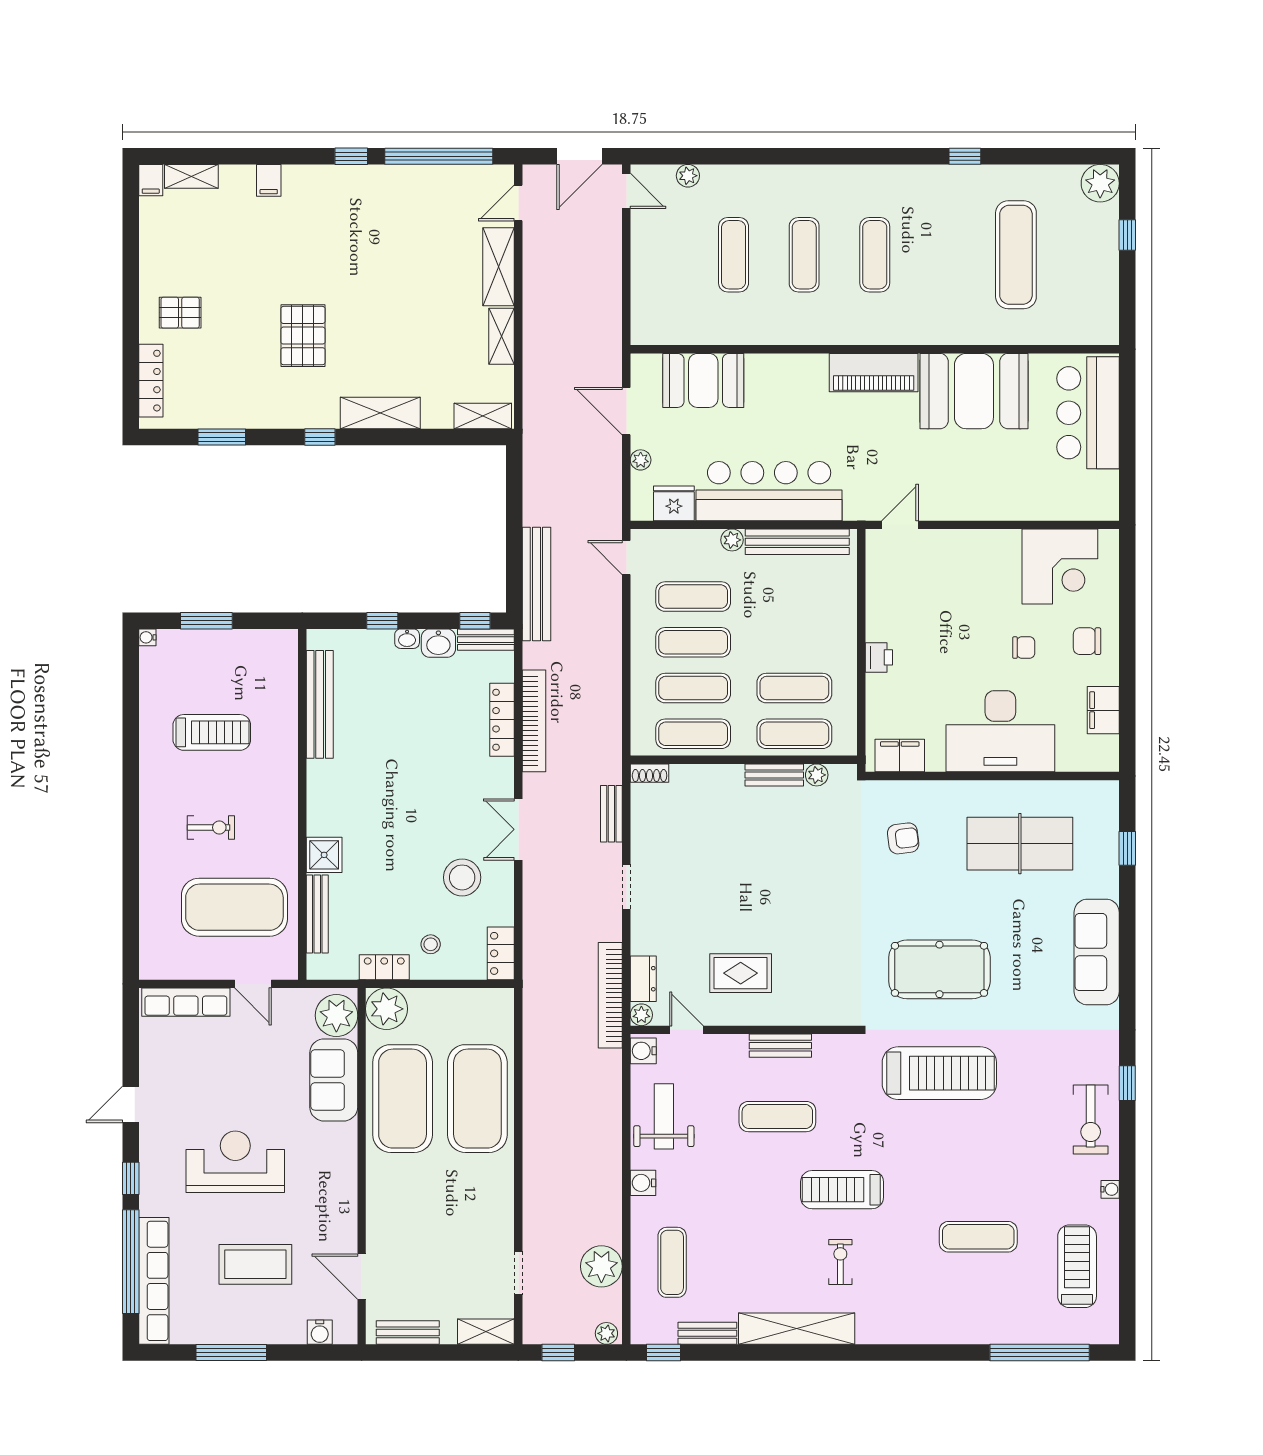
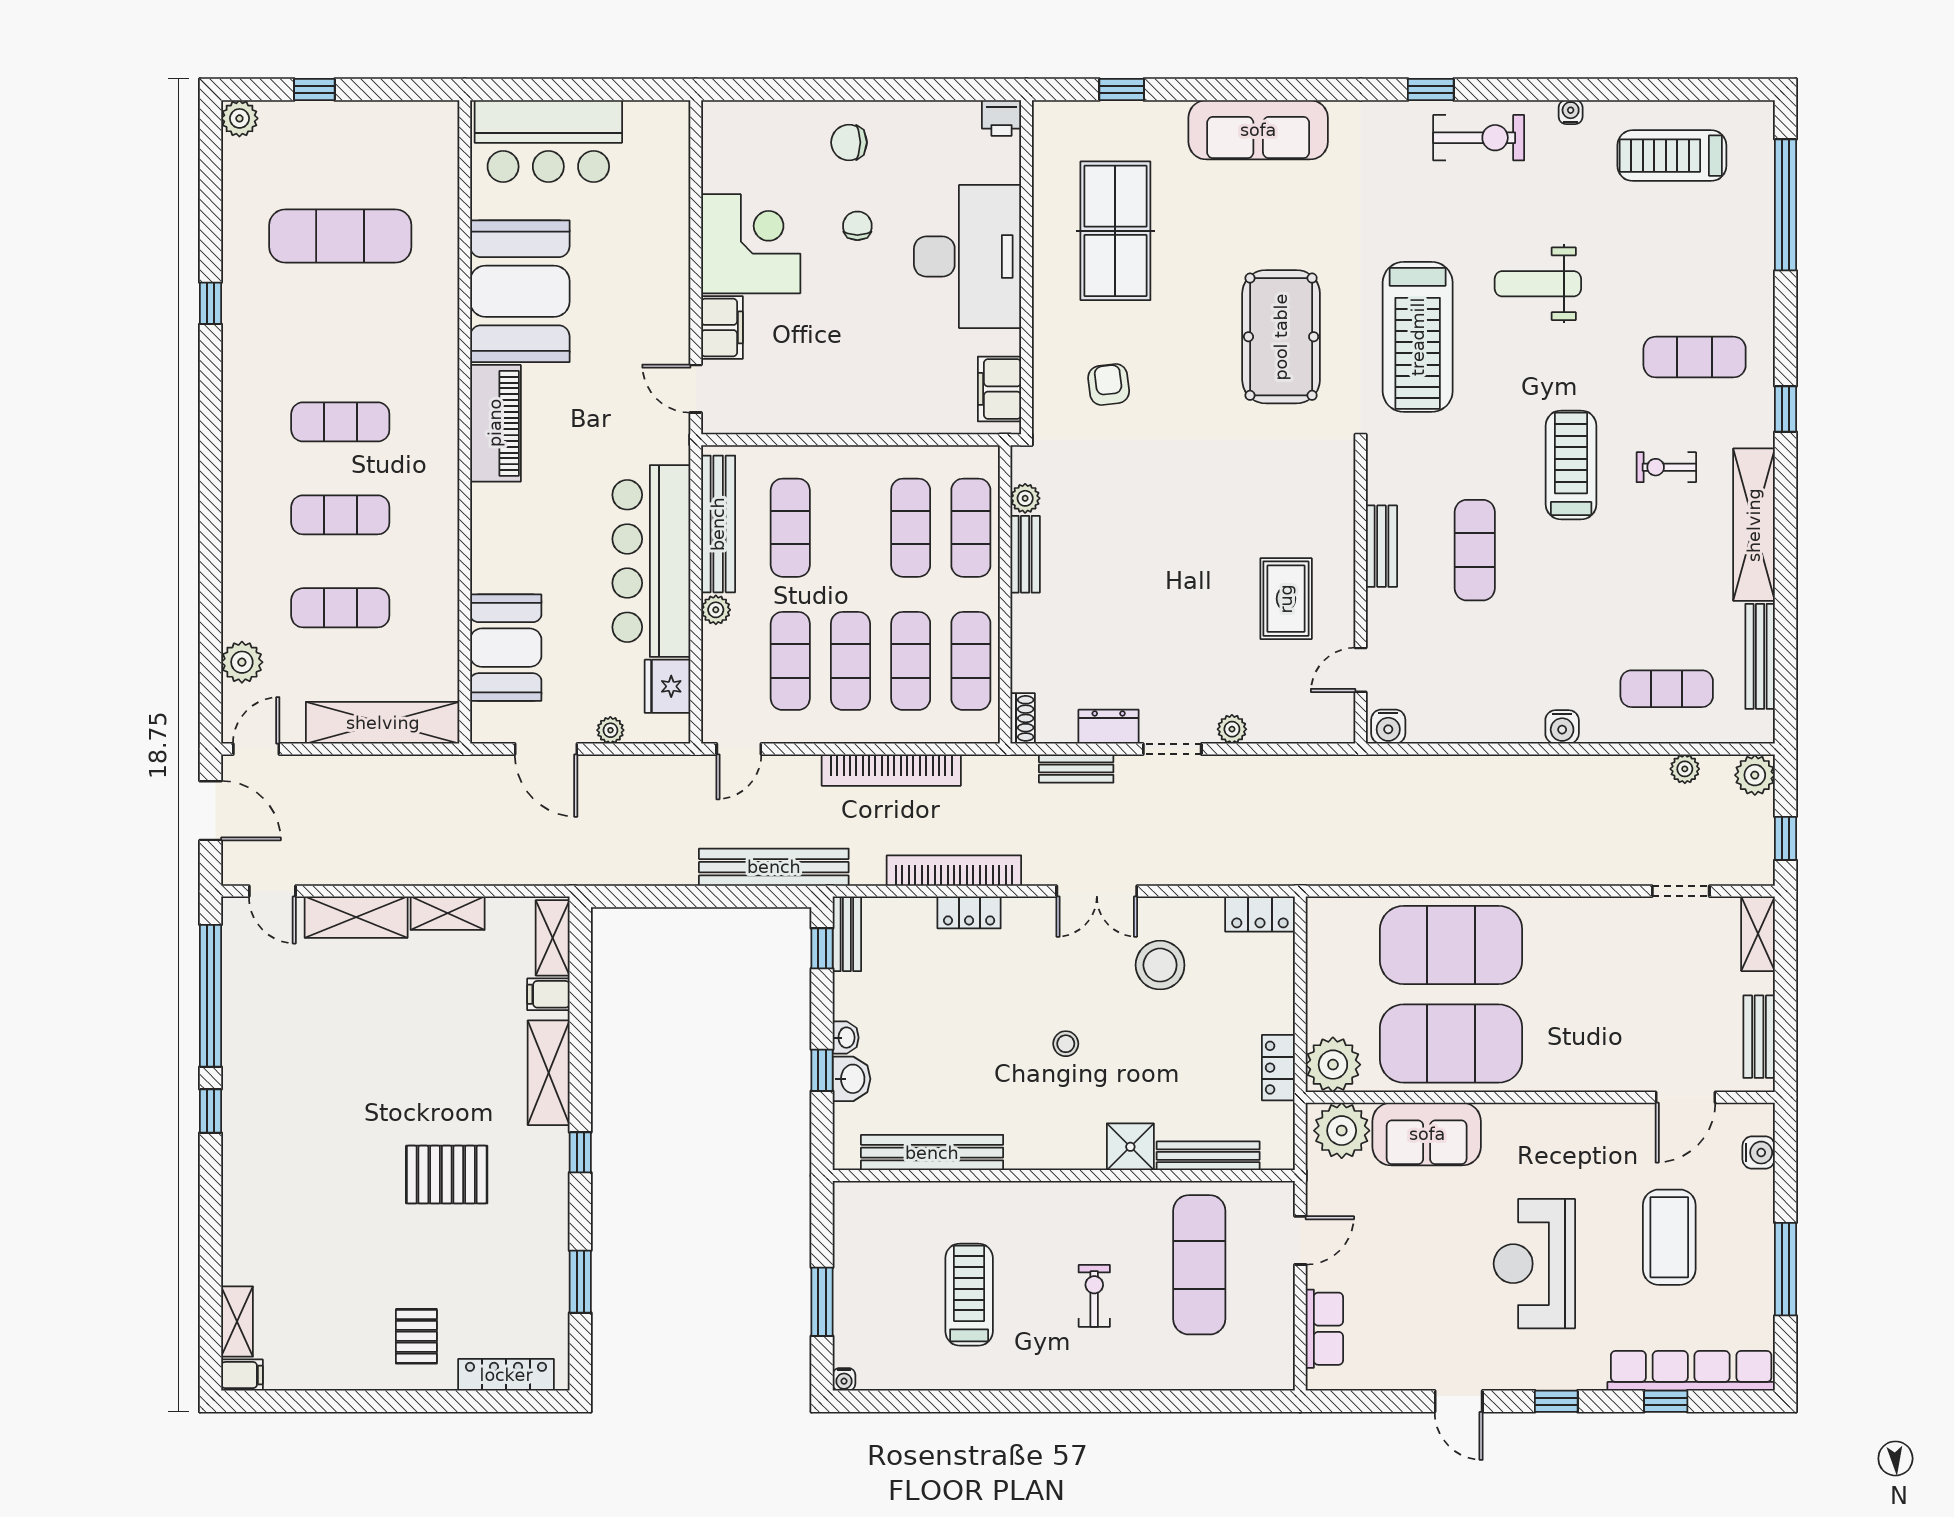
plant: (688, 176) -> (242, 662), width x1.38, depth x1.38
filing cabinet: (269, 180) -> (548, 994), moved, turned 180
plant: (1100, 183) -> (239, 118), width x0.73, depth x0.73
shelving: (646, 287) -> (383, 723), added
door: (626, 411) -> (546, 749), hinge flipped
corner desk: (1060, 567) -> (751, 244), moved
exercise mat: (794, 597) -> (790, 528), added
chair: (1087, 641) -> (849, 142), turned 90
washbasin: (438, 643) -> (852, 1079), moved
printer: (879, 657) -> (1001, 118), moved, turned 180
filing cabinet: (1103, 710) -> (722, 327), moved, turned -90
locker: (502, 720) -> (969, 912), width x0.66
exercise mat: (234, 907) -> (1199, 1265), width x0.68
stool: (431, 944) -> (1066, 1044), moved
dresser: (643, 979) -> (1109, 727), moved
bookcase: (610, 995) -> (891, 770), moved
row of seats: (186, 1002) -> (1324, 1329), width x0.68
plant: (641, 1015) -> (1232, 729), moved
treadmill: (939, 1073) -> (1418, 337), turned 180
weight bench: (664, 1116) -> (1538, 284), moved
treadmill: (842, 1190) -> (1571, 465), turned 180
exercise mat: (978, 1237) -> (1695, 357), moved, turned 90
window: (131, 1262) -> (1666, 1401), width x0.32
plant: (601, 1266) -> (1685, 769), width x0.53, depth x0.53
plant: (606, 1333) -> (1755, 775), width x1.38, depth x1.38
bench: (707, 1333) -> (1760, 656), width x1.36
window: (663, 1353) -> (1785, 409), moved

